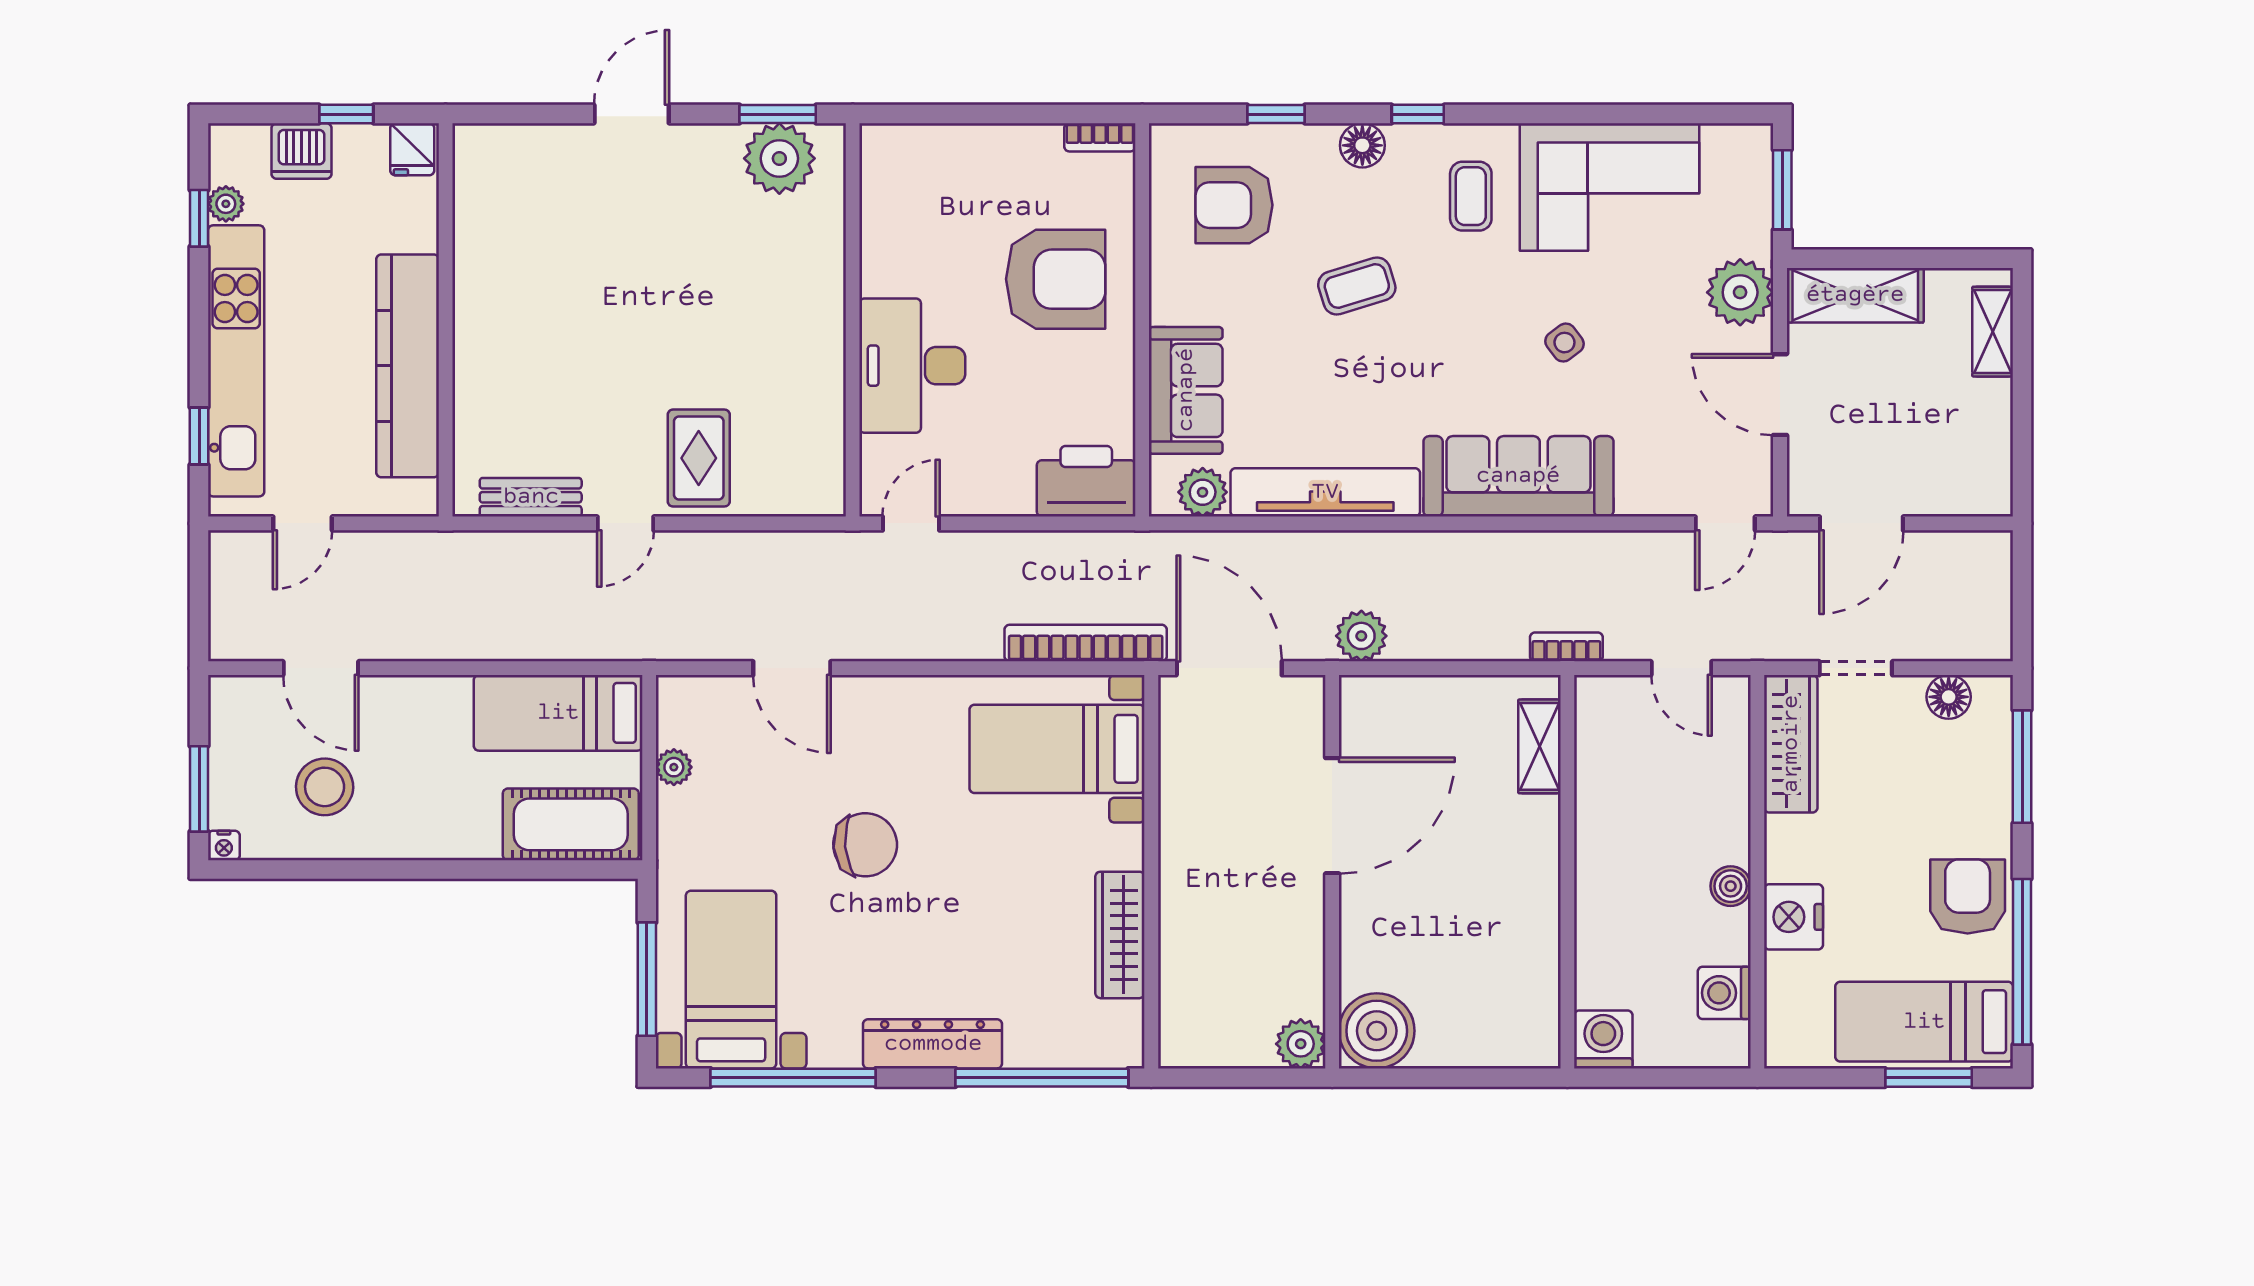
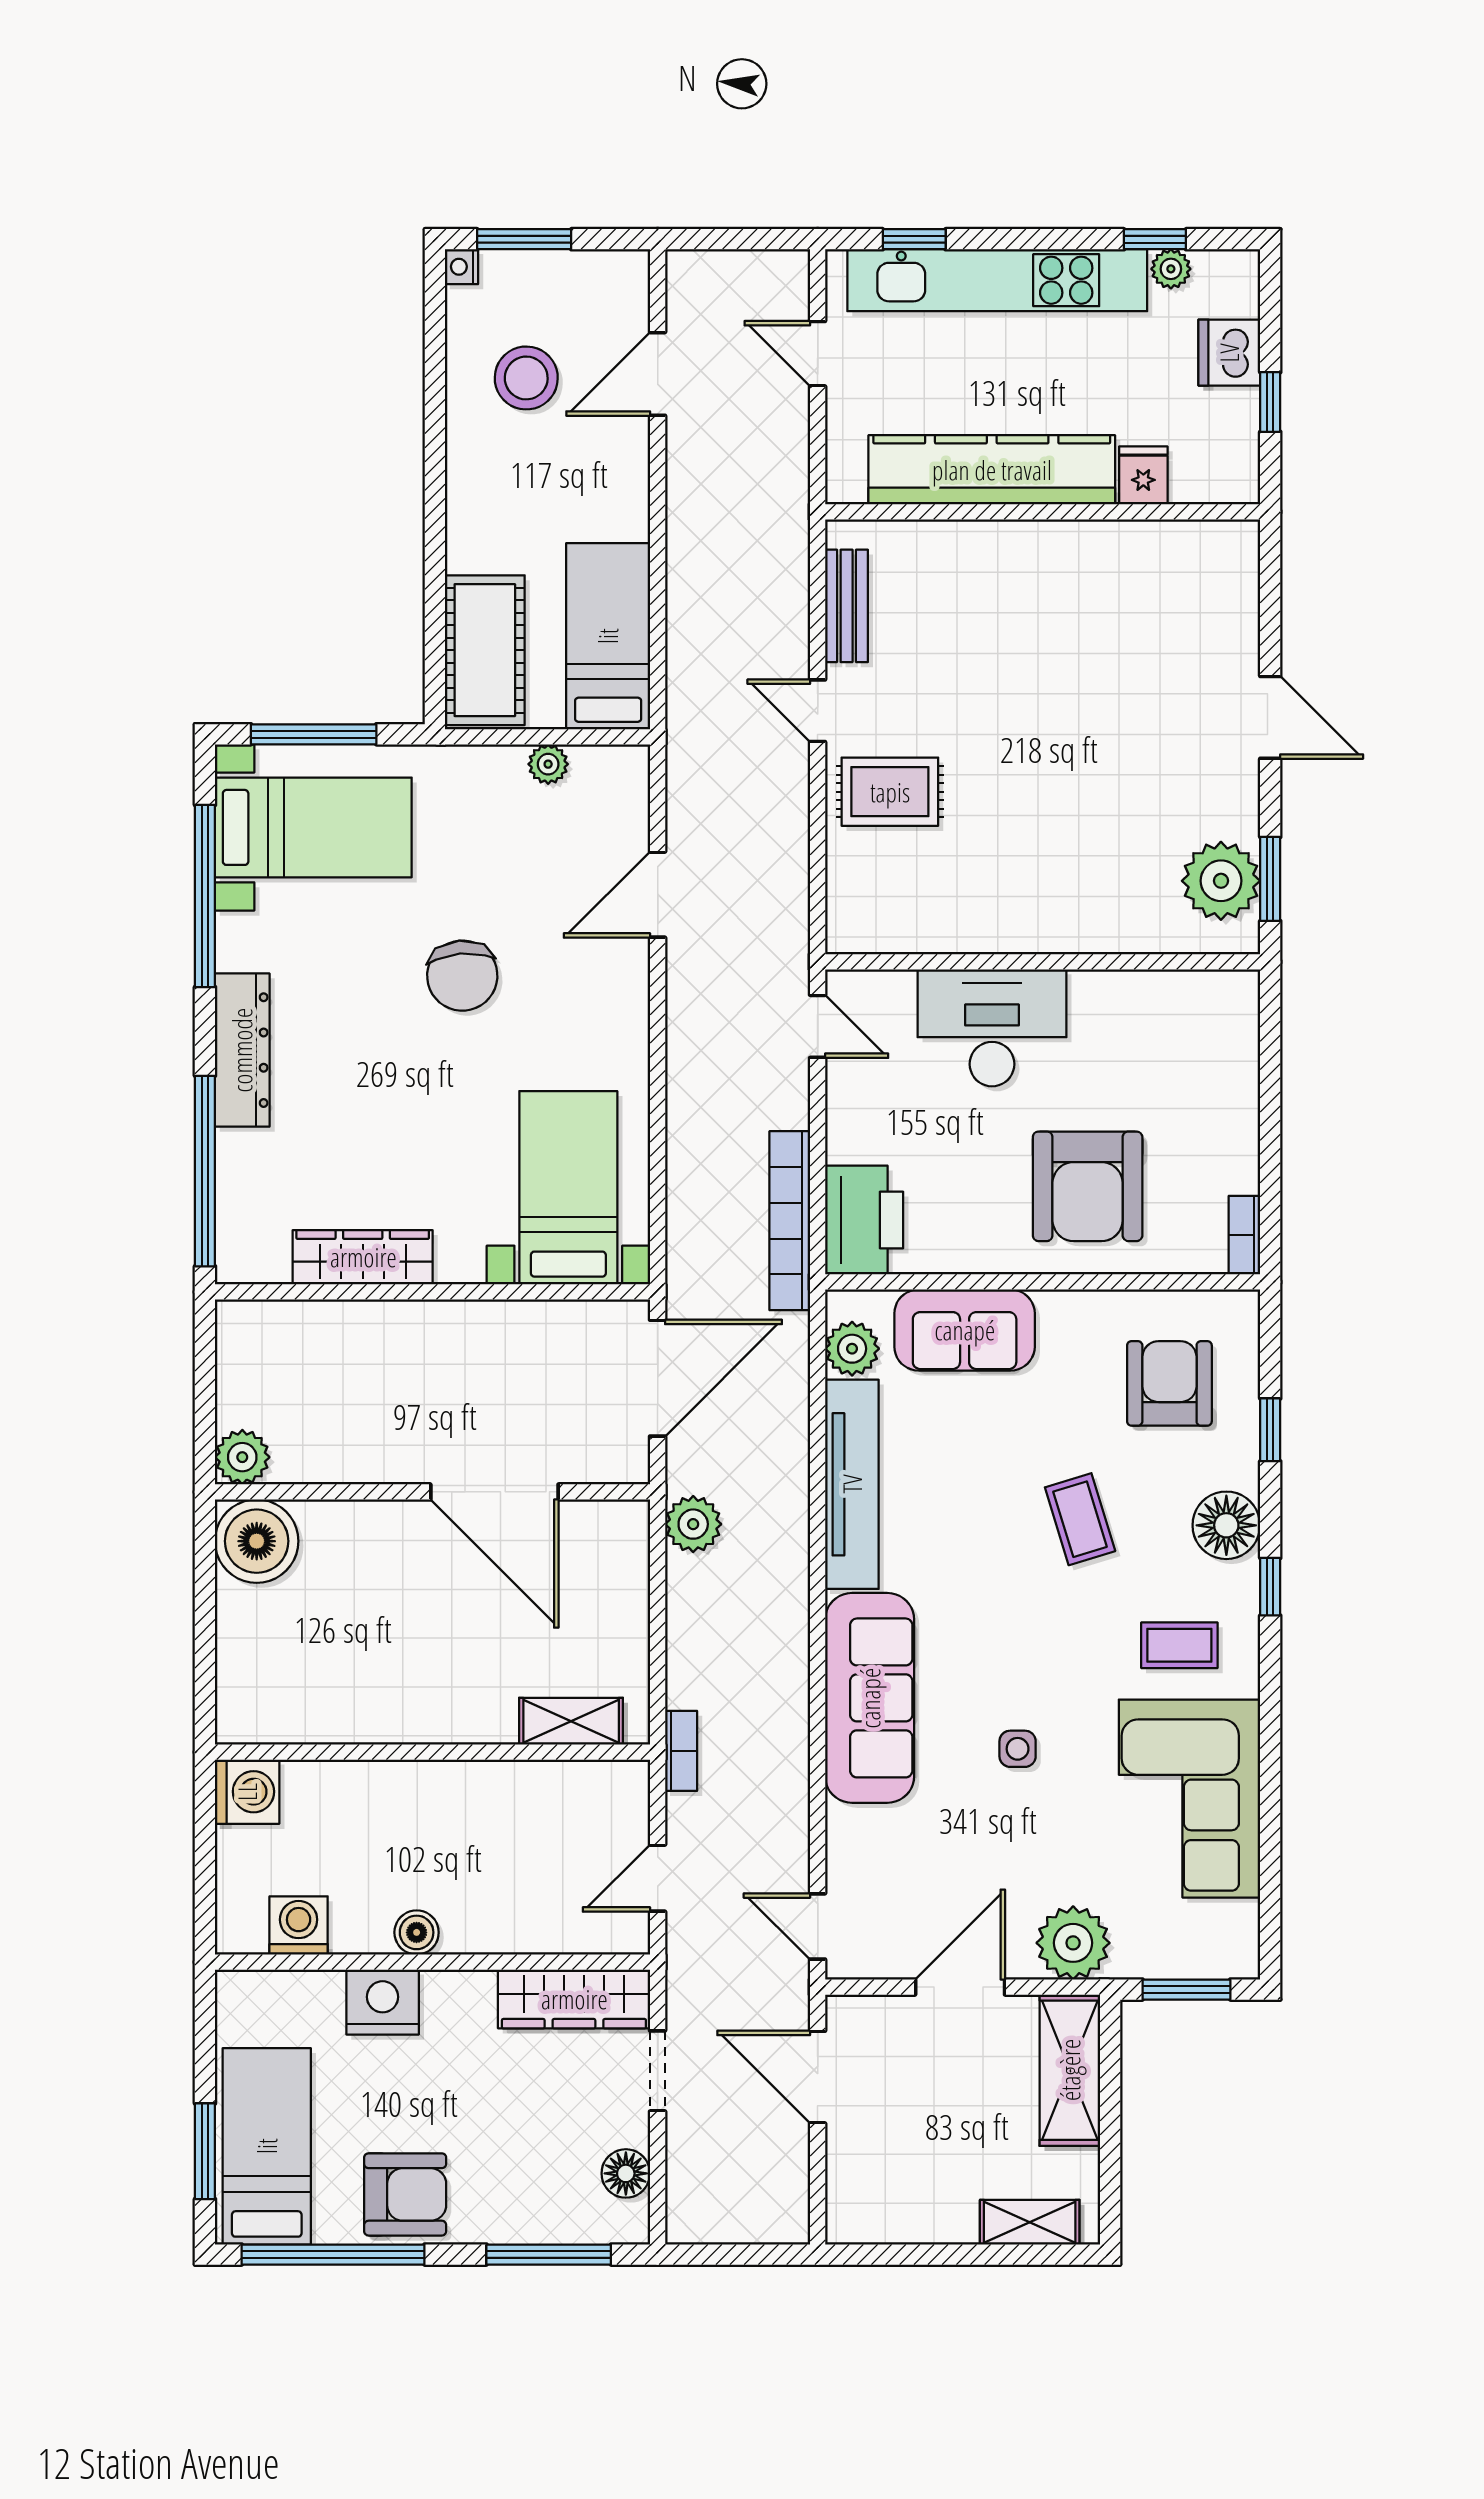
floor lamp: (1362, 145) -> (1226, 1525), width x1.38, depth x1.38
fridge: (412, 149) -> (1143, 475), moved, turned 90
side table: (1564, 343) -> (1018, 1749), turned 37
bookcase: (1086, 643) -> (790, 1221), moved, turned 180

